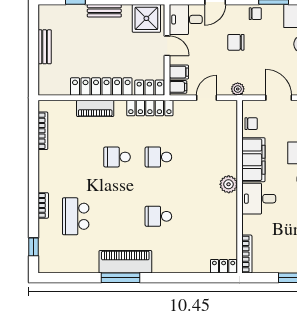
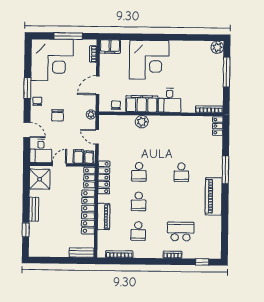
bench: (45, 47) -> (82, 253), moved
school desk: (76, 157) -> (138, 231), added
plant: (229, 184) -> (142, 122), moved
school desk: (76, 216) -> (181, 232), turned 180
window: (120, 278) -> (225, 170), moved

